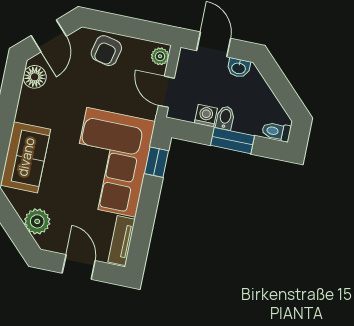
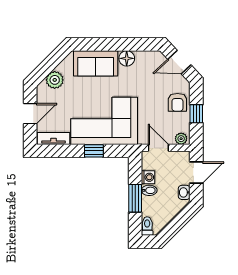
window: (128, 27) -> (196, 114), added
armchair: (106, 51) -> (177, 102), turned -103
floor lamp: (35, 77) -> (127, 58), moved
door: (166, 92) -> (158, 148), hinge flipped
window: (157, 162) -> (94, 151), moved

